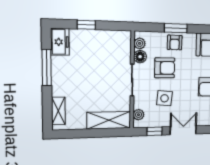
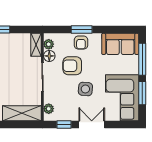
shelving: (125, 44) -> (36, 45), added
armchair: (165, 68) -> (72, 66), turned 180
side table: (164, 98) -> (85, 89), moved

